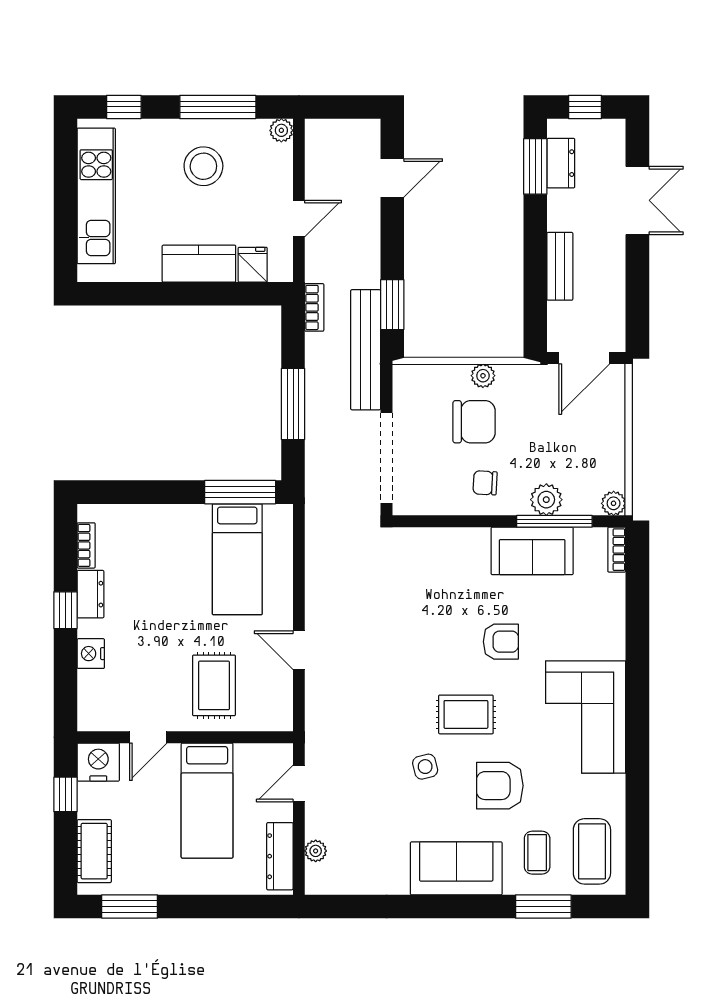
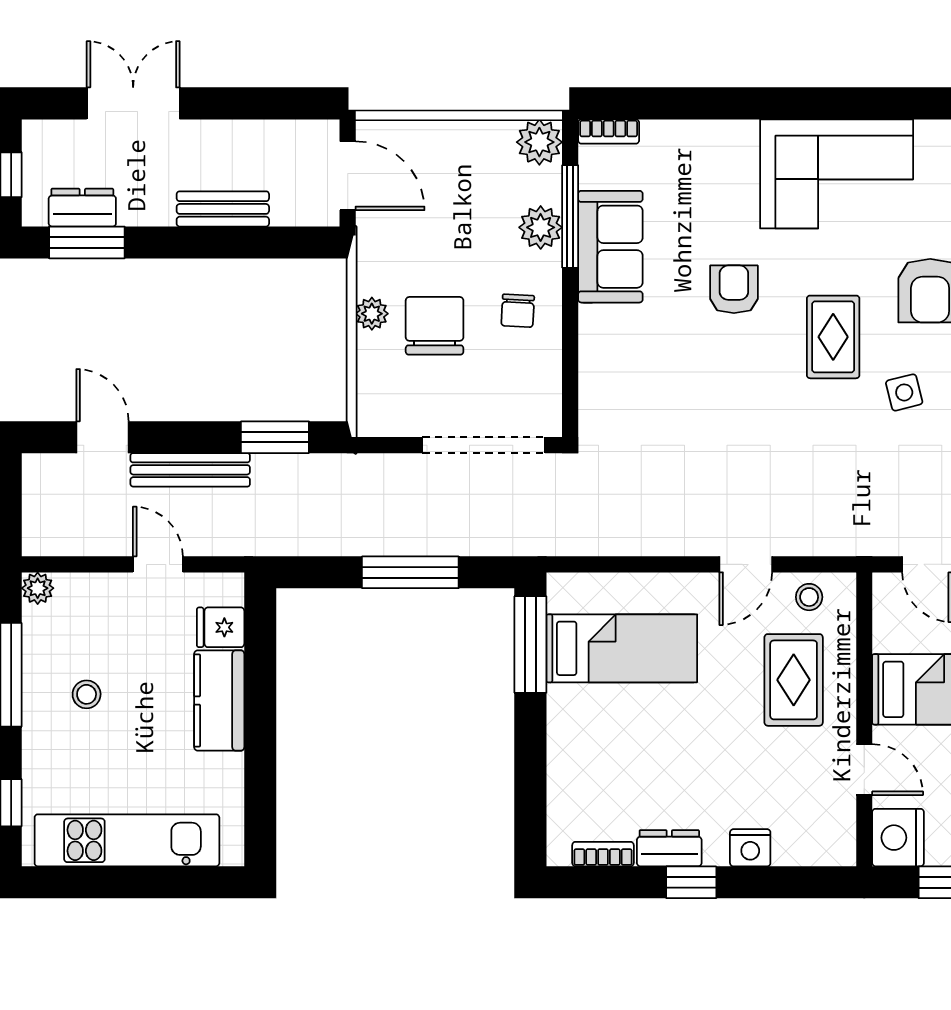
stool: (203, 166) -> (87, 694), width x0.53, depth x0.53
bookcase: (314, 307) -> (279, 543), removed
bench: (366, 350) -> (190, 470), moved, width x0.73, depth x0.82
plant: (614, 503) -> (539, 142), width x1.38, depth x1.38
rug: (214, 685) -> (794, 680), turned 90
stool: (275, 697) -> (809, 597), added

